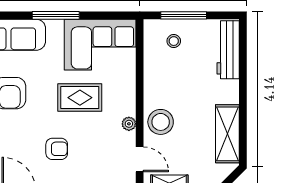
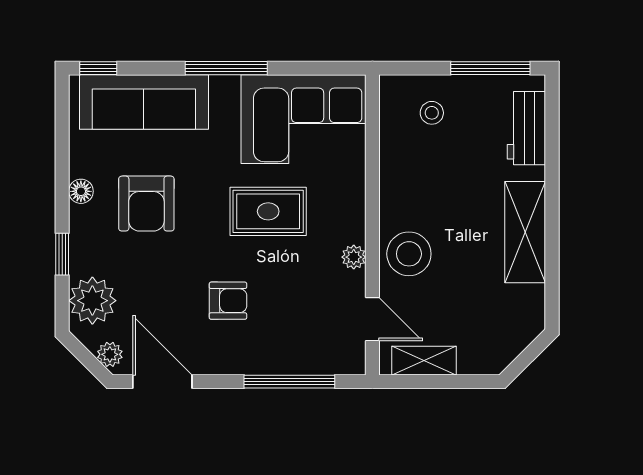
window: (184, 15) -> (490, 68), moved
workbench: (228, 50) -> (526, 128), width x0.73
shelving: (227, 134) -> (525, 232), moved

